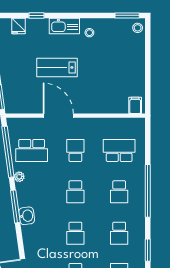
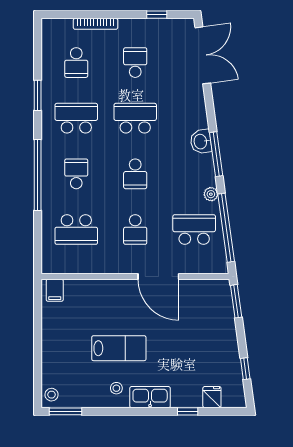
lab bench: (57, 67) -> (119, 348), moved
school desk: (75, 192) -> (135, 174), turned 180
school desk: (75, 233) -> (135, 118), width x1.85
school desk: (119, 233) -> (76, 118), width x1.85

